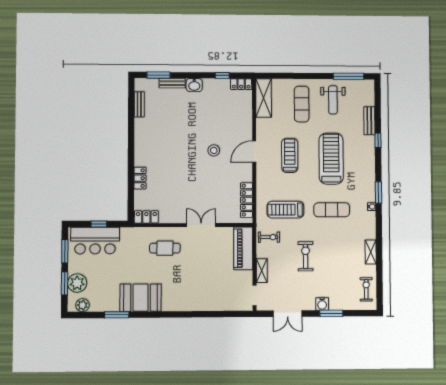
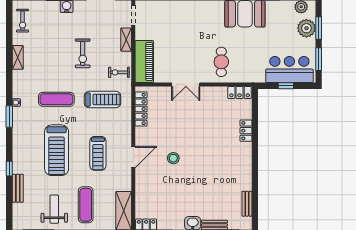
cafe table: (165, 248) -> (221, 62), turned 90

